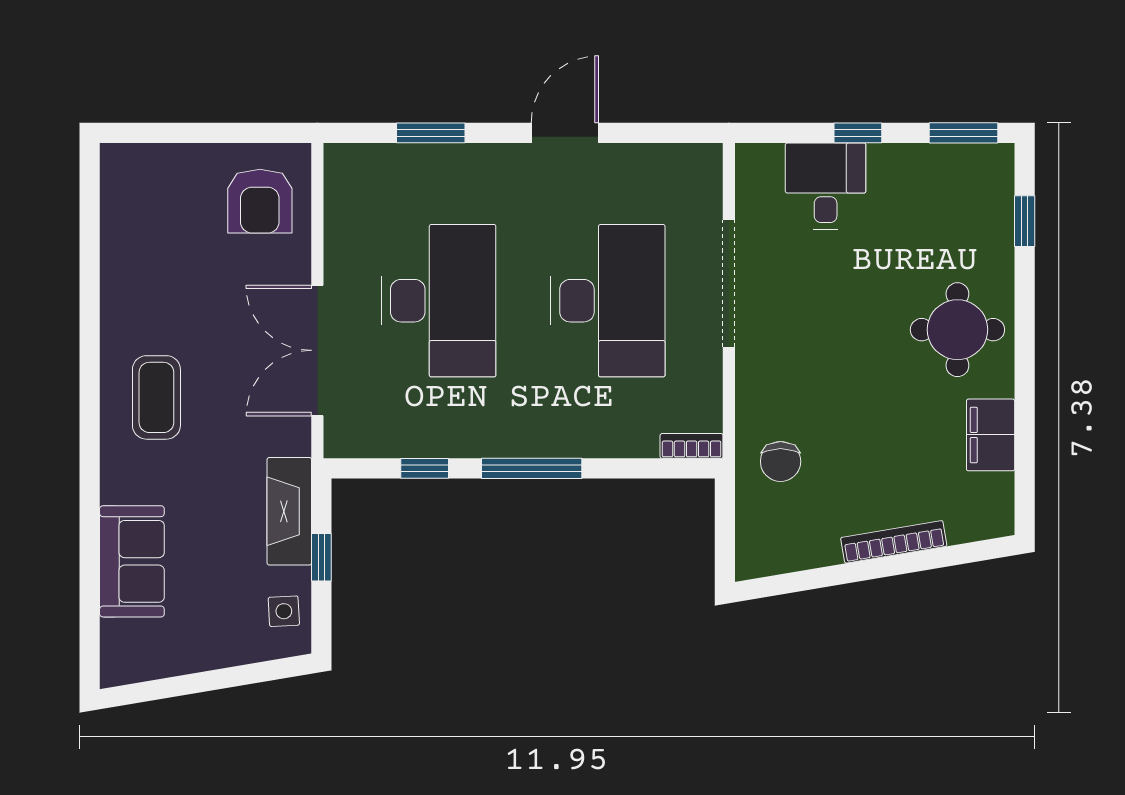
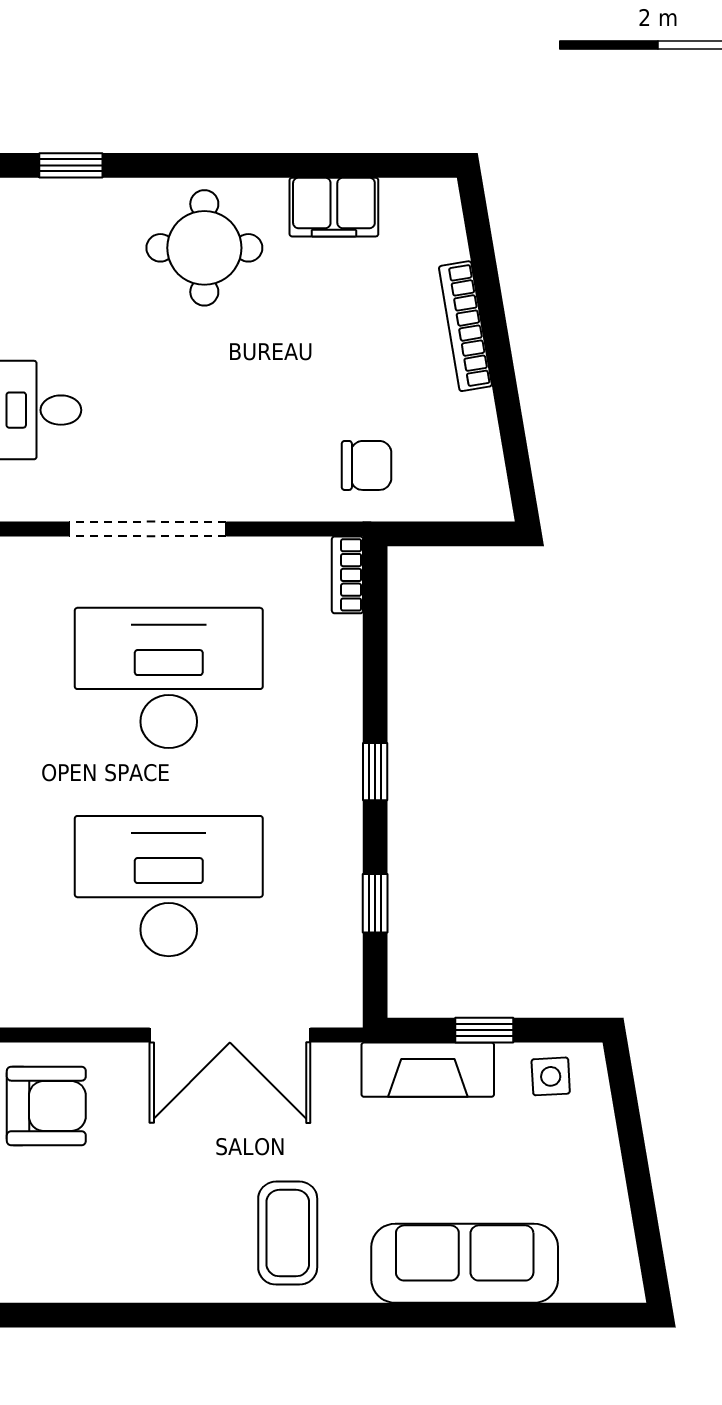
coffee table: (156, 397) -> (288, 1233), turned 90
window: (532, 468) -> (375, 772), width x0.46
sofa: (132, 561) -> (465, 1263), width x1.36

